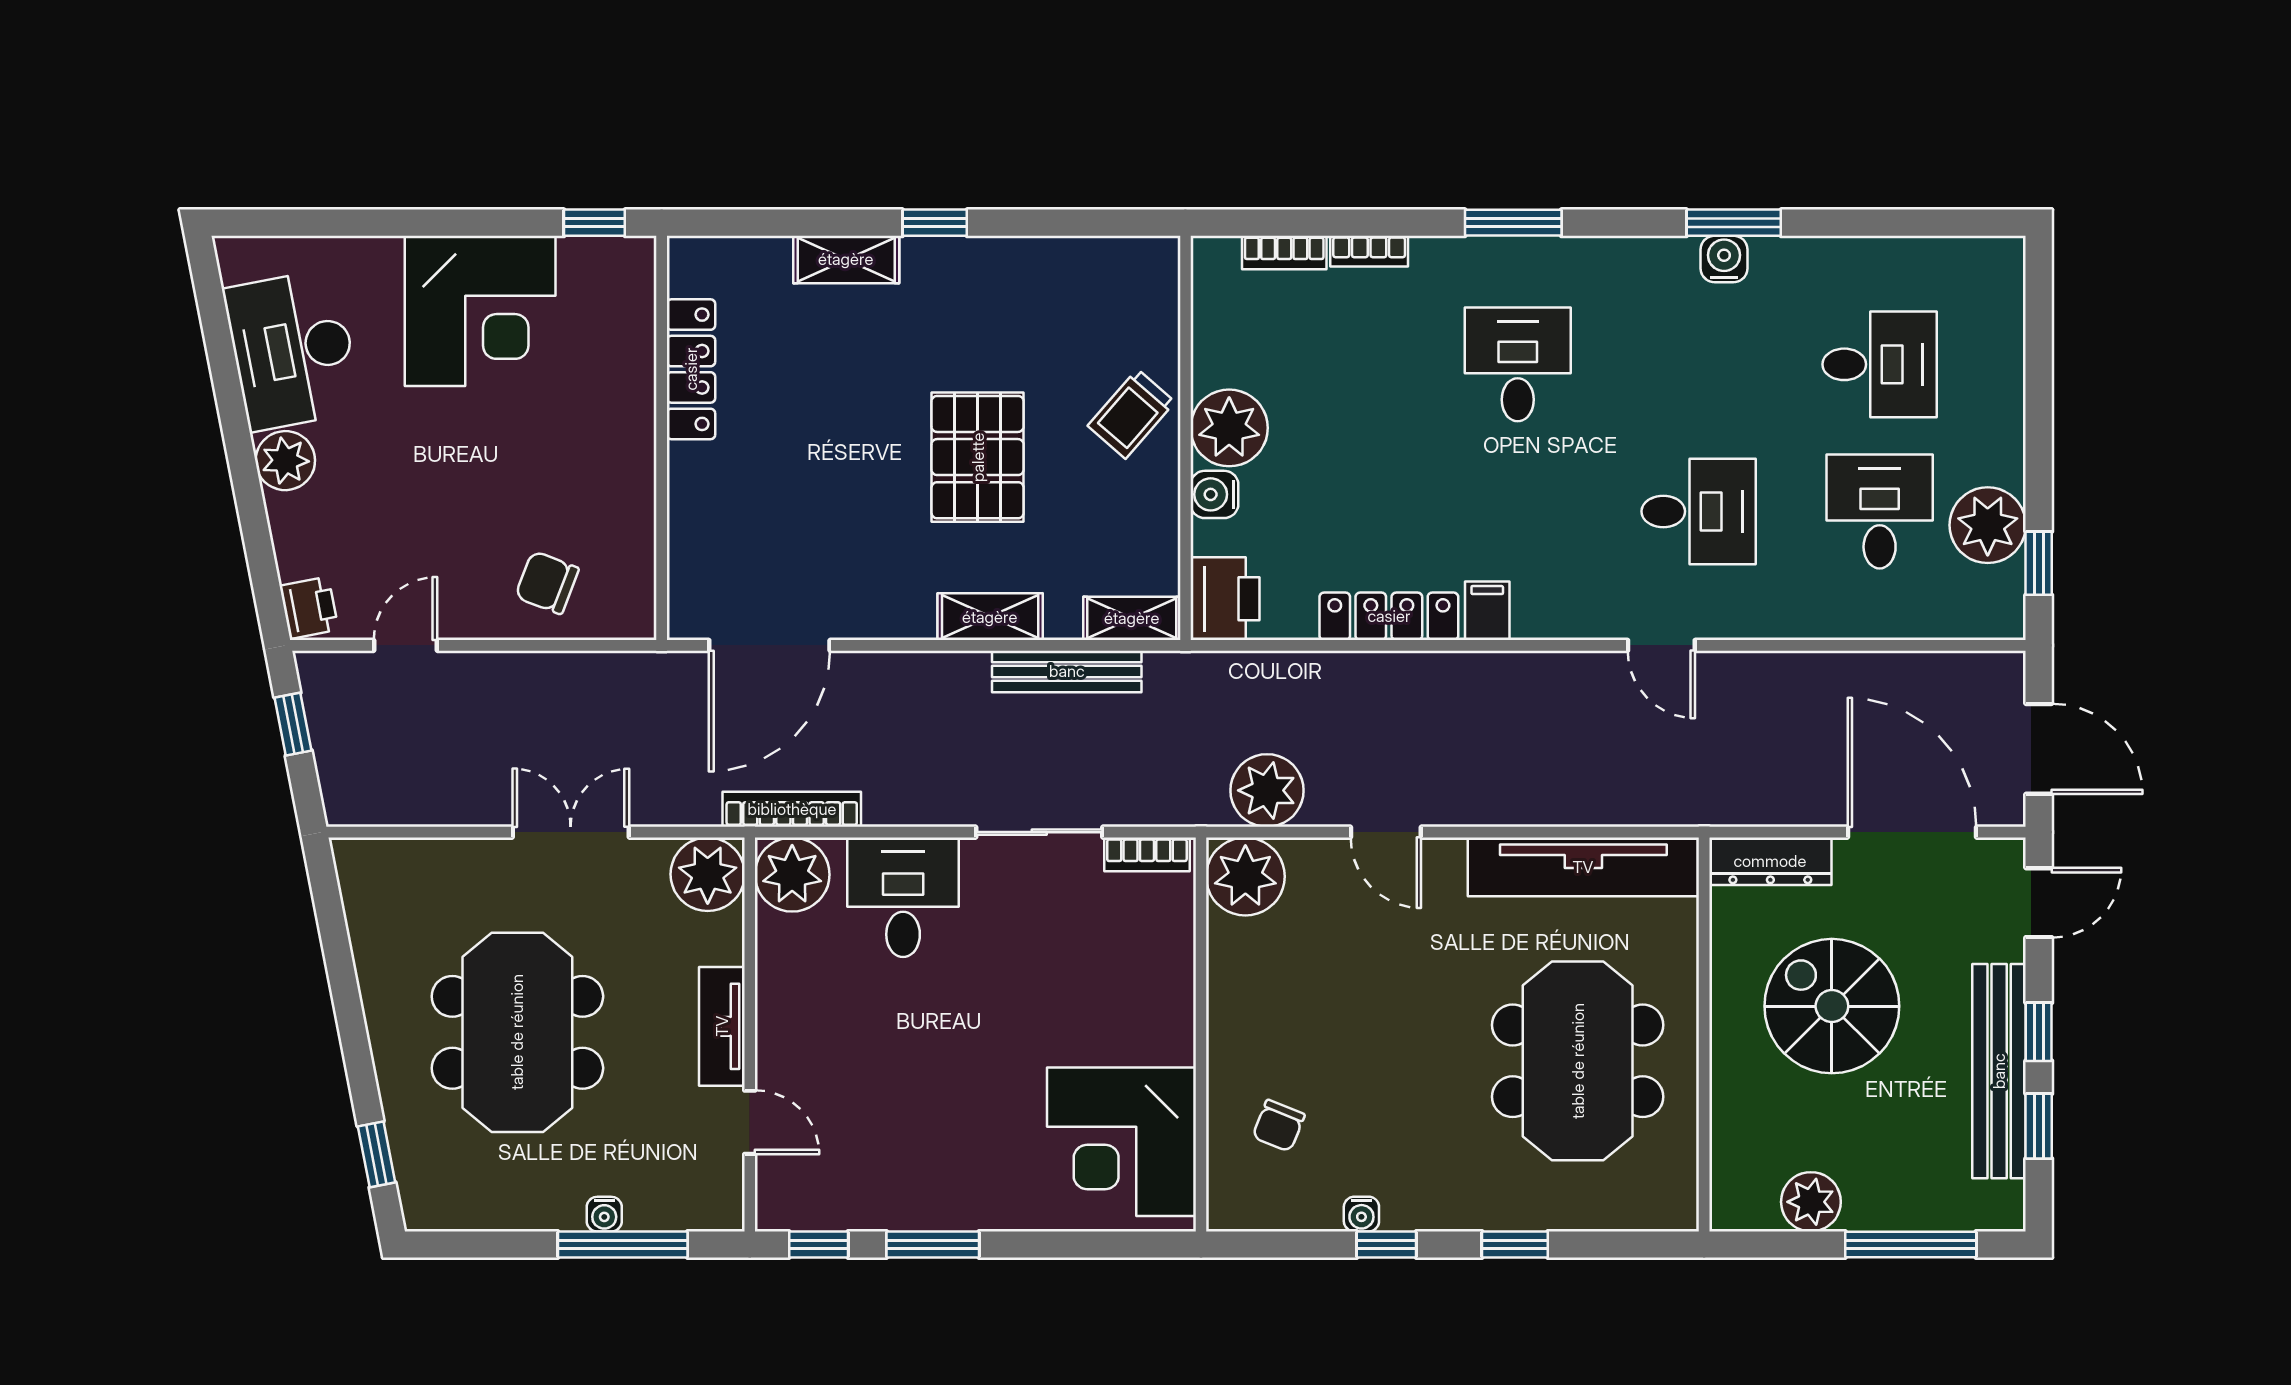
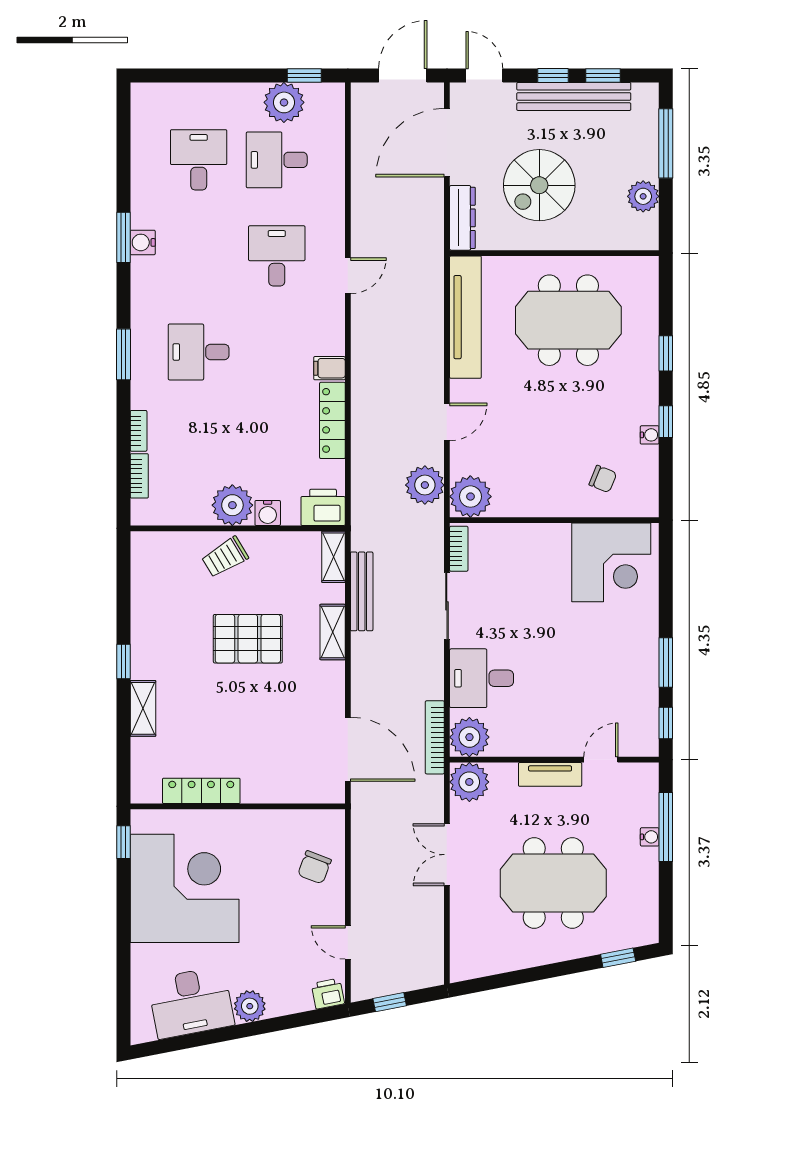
corner desk: (480, 311) -> (185, 888), width x1.36, depth x1.36
trolley: (1131, 414) -> (225, 557), turned 108

